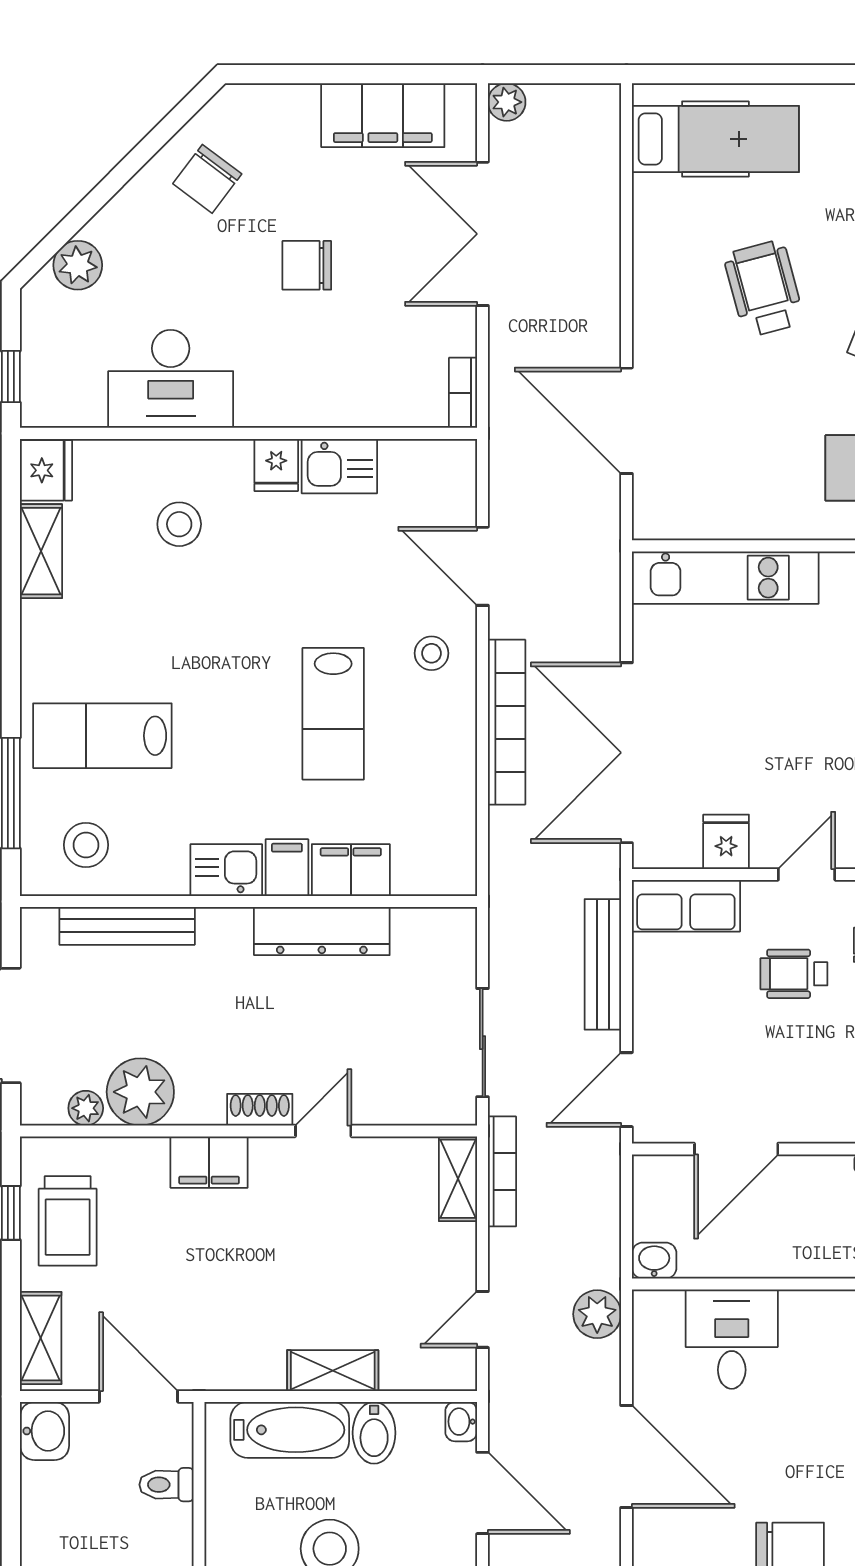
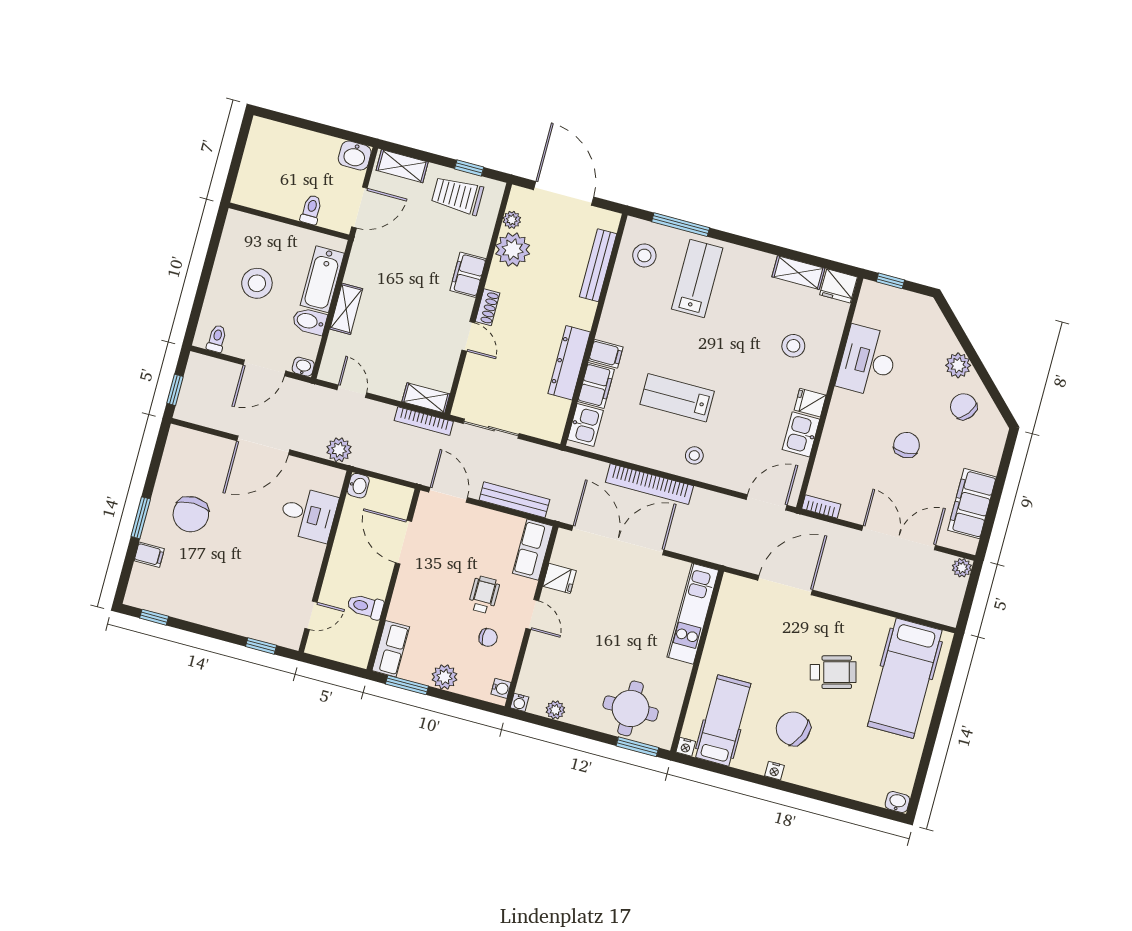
hospital bed: (715, 139) -> (905, 678), width x1.37, depth x1.29
plant: (78, 265) -> (958, 365), moved
door: (483, 566) -> (767, 502), moved
kitchen sink: (226, 870) -> (585, 425), moved

